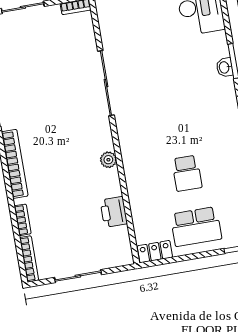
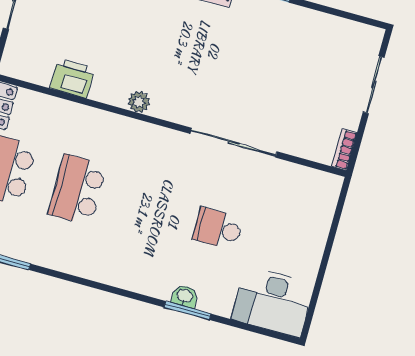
school desk: (169, 67) -> (218, 229), added
school desk: (187, 173) -> (77, 190), width x1.85

